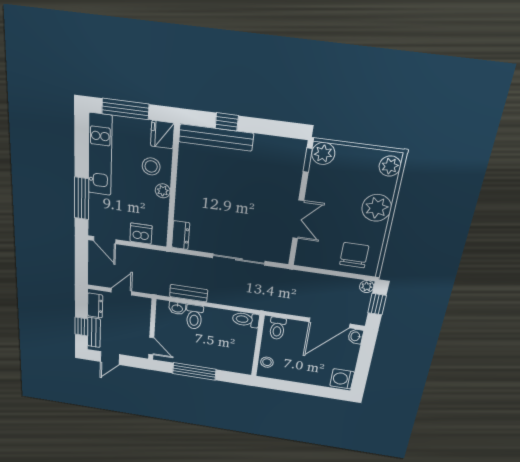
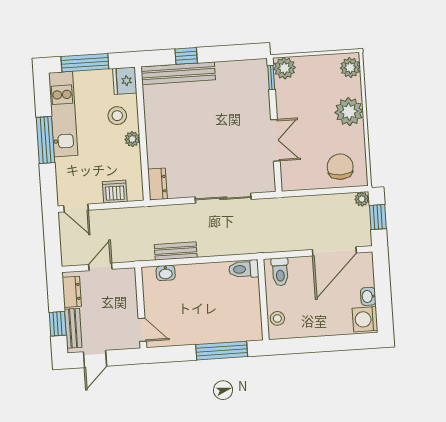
window: (82, 198) -> (45, 140), moved
toilet: (194, 317) -> (186, 279), removed
washbasin: (356, 336) -> (368, 296), moved
window: (194, 371) -> (222, 351), moved

